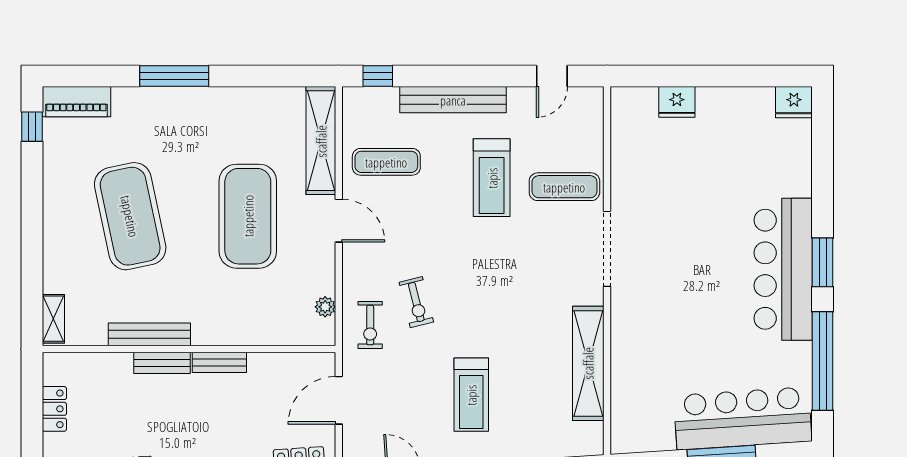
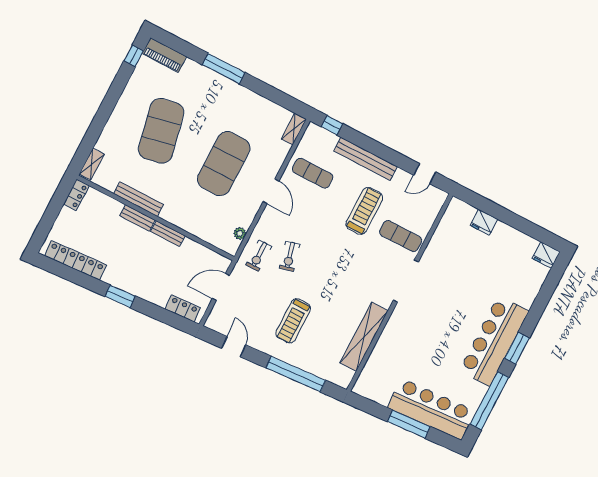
shelving: (321, 141) -> (294, 129), width x0.45, depth x0.75
treadmill: (492, 178) -> (364, 211), turned 180
locker: (54, 409) -> (76, 195), moved

